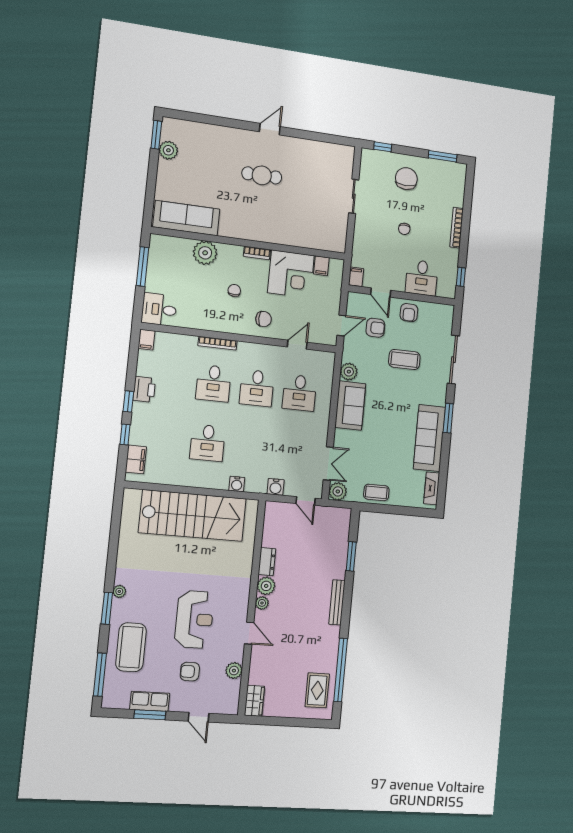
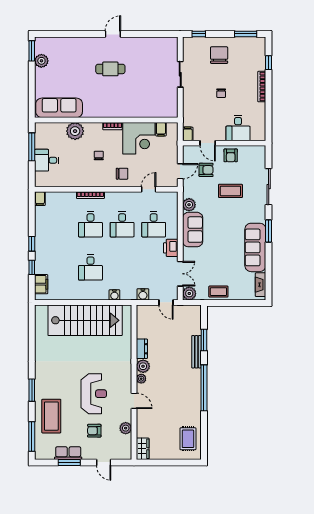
window: (461, 277) -> (269, 63), moved
desk: (159, 309) -> (47, 160), moved
printer: (144, 389) -> (171, 248), moved, turned 180
plant: (119, 591) -> (39, 378), removed
bench: (337, 602) -> (196, 352), moved
window: (341, 670) -> (204, 388), moved

